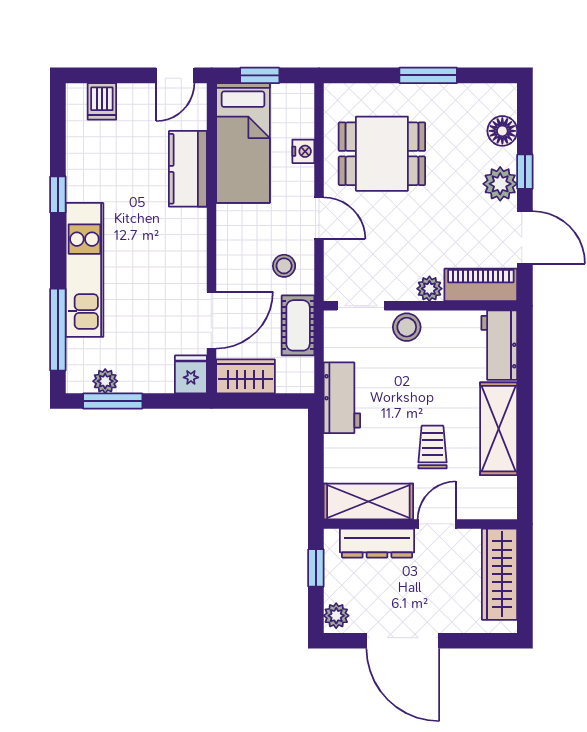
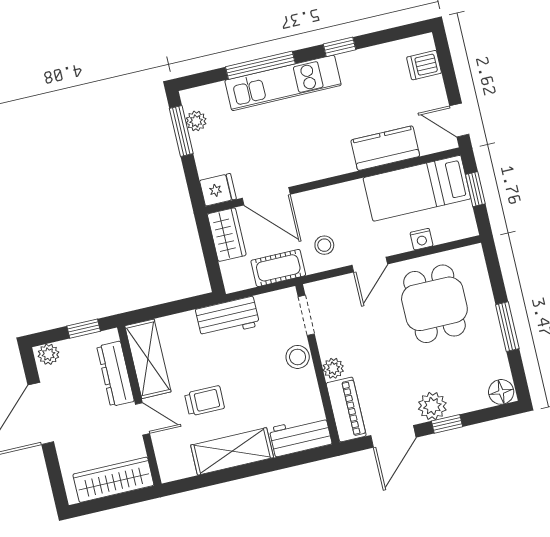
floor lamp: (502, 131) -> (501, 392), moved
window: (58, 330) -> (260, 65), moved

